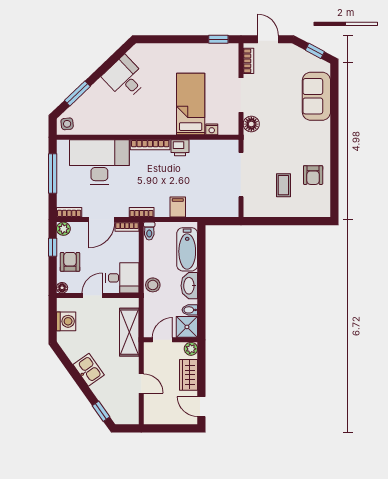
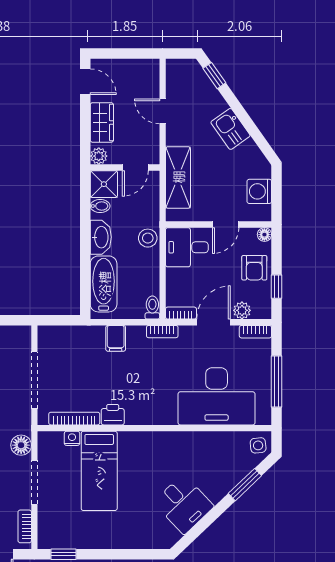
bookcase: (150, 145) -> (74, 419), moved
plant: (63, 229) -> (242, 310), moved

